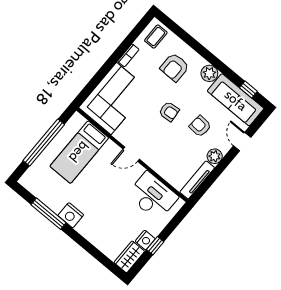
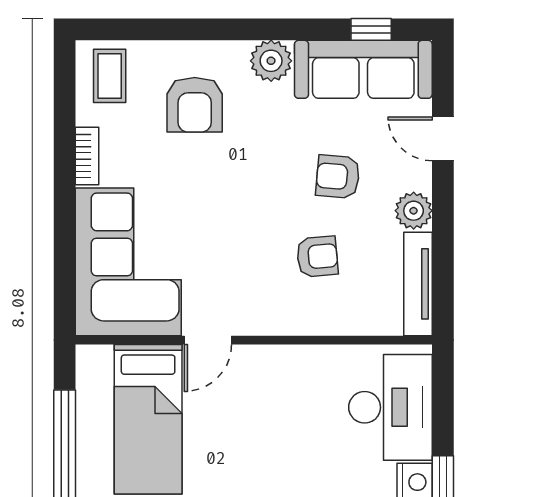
armchair: (169, 111) -> (317, 257), moved
door: (131, 154) -> (208, 340), moved
desk: (153, 196) -> (390, 407), moved, turned 90

